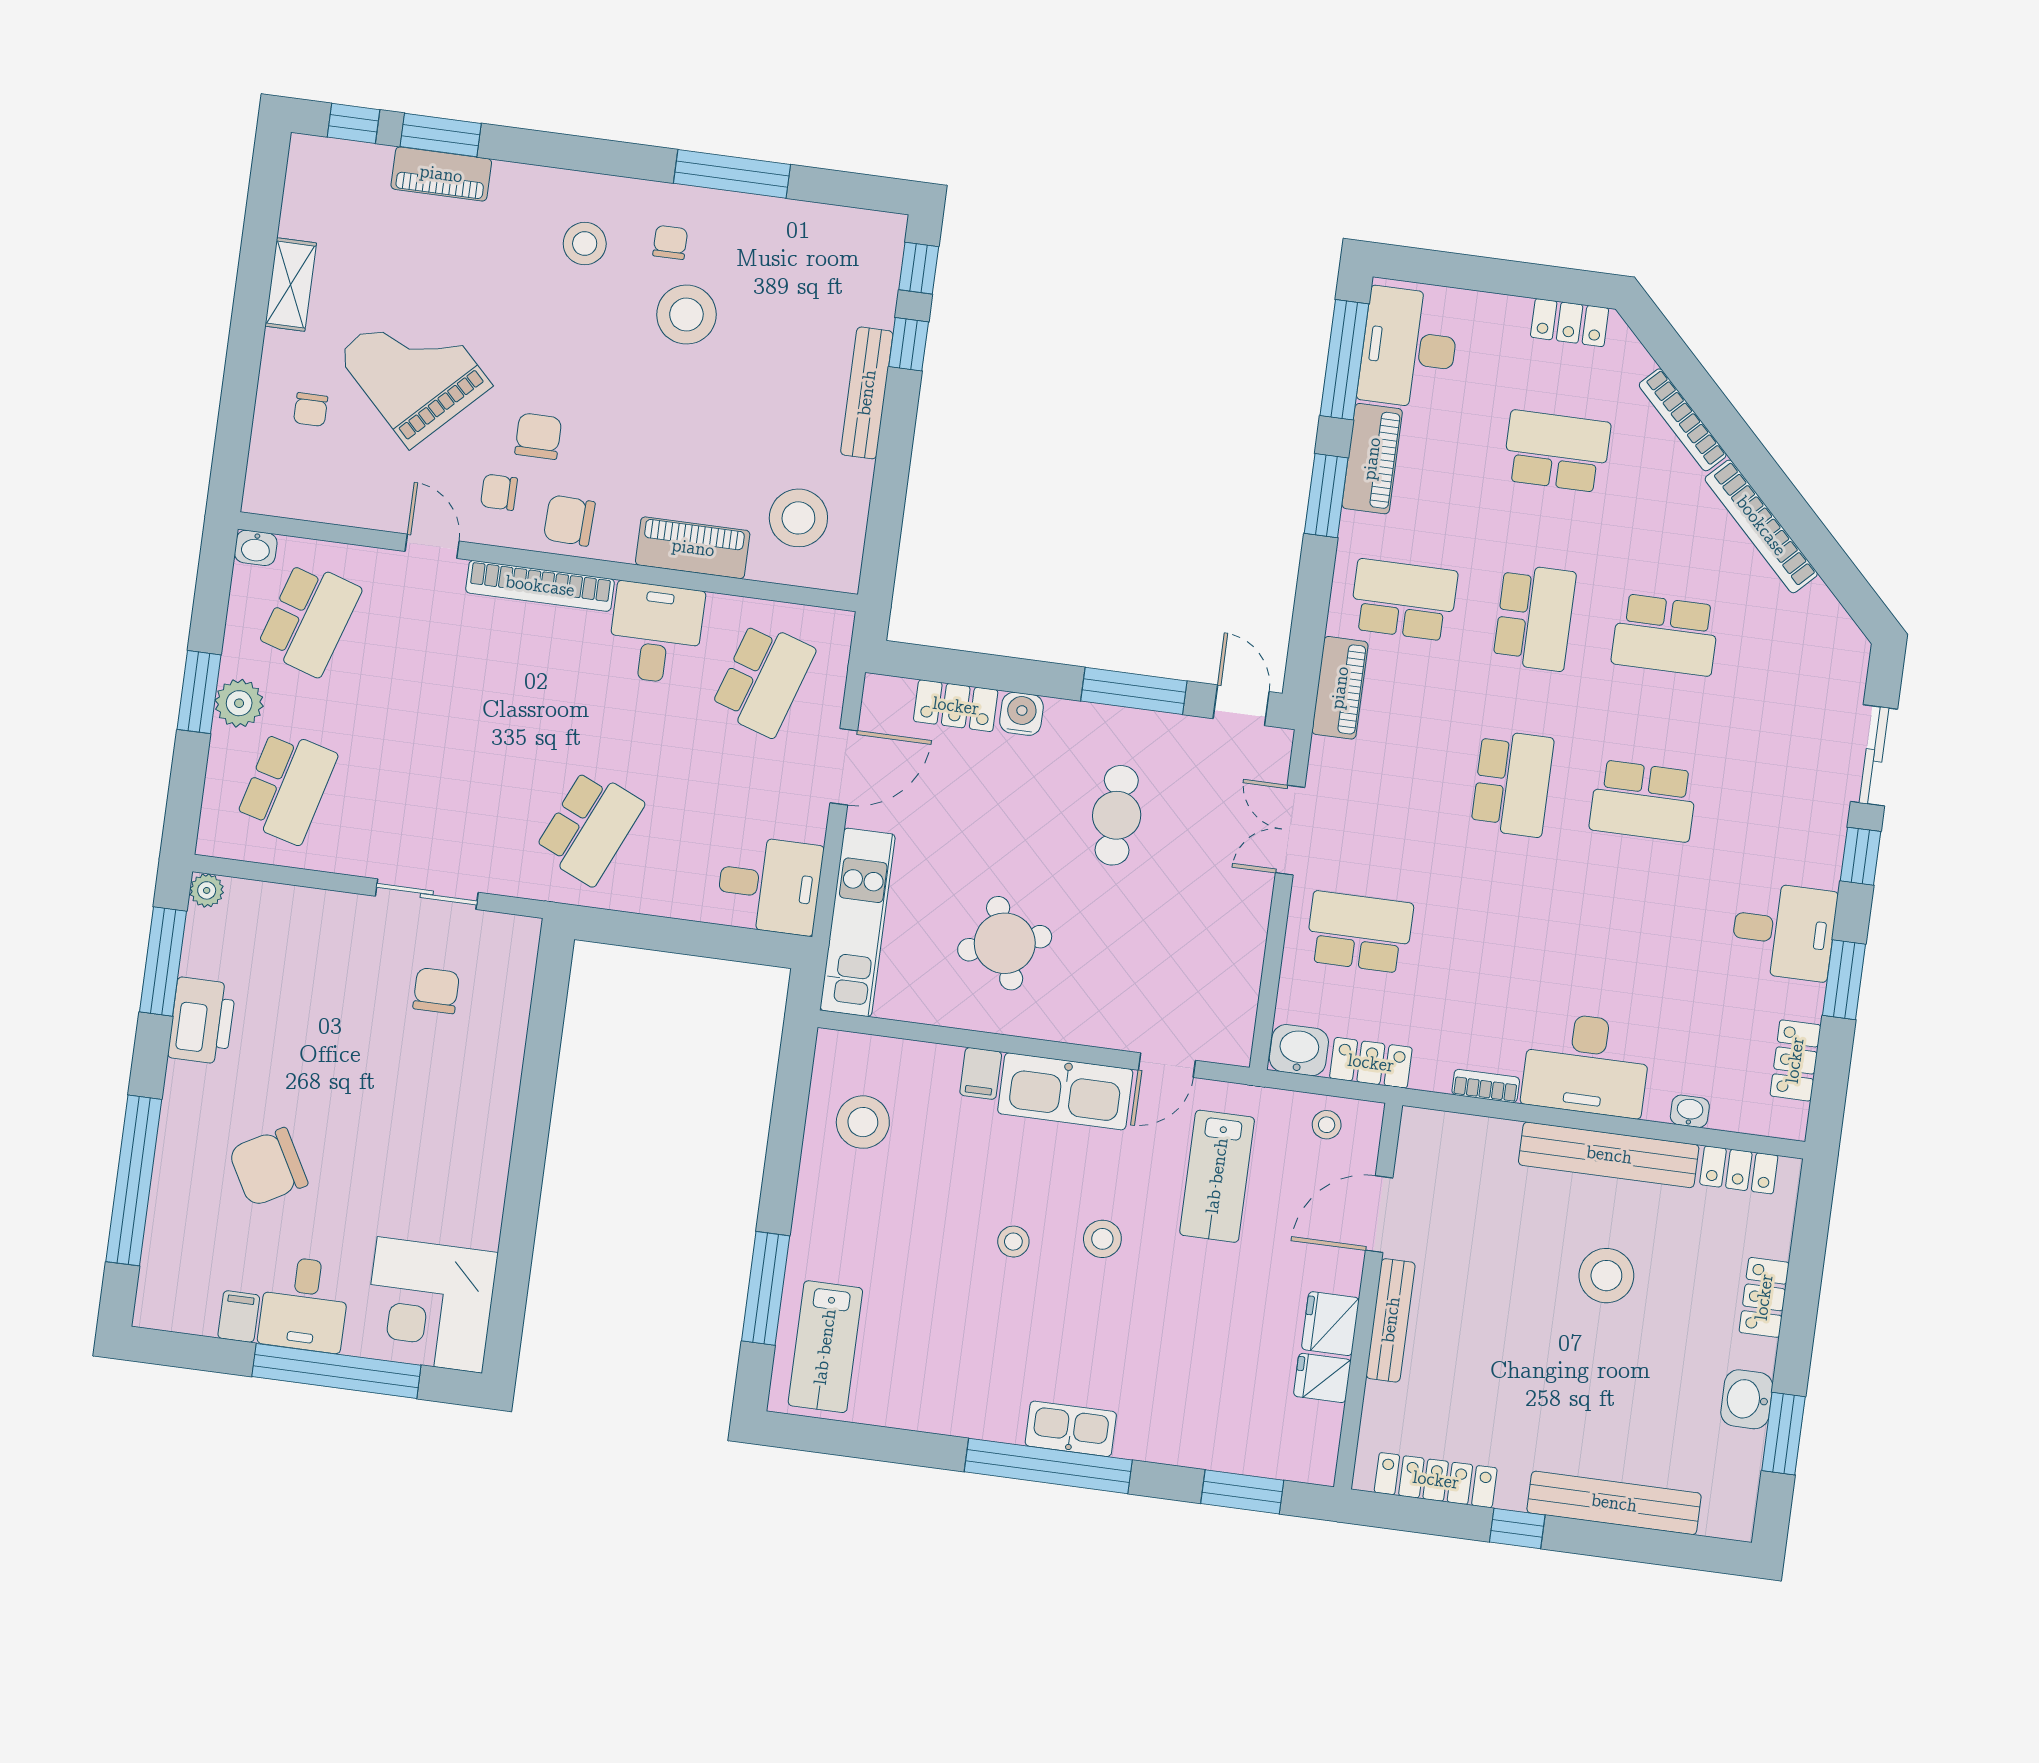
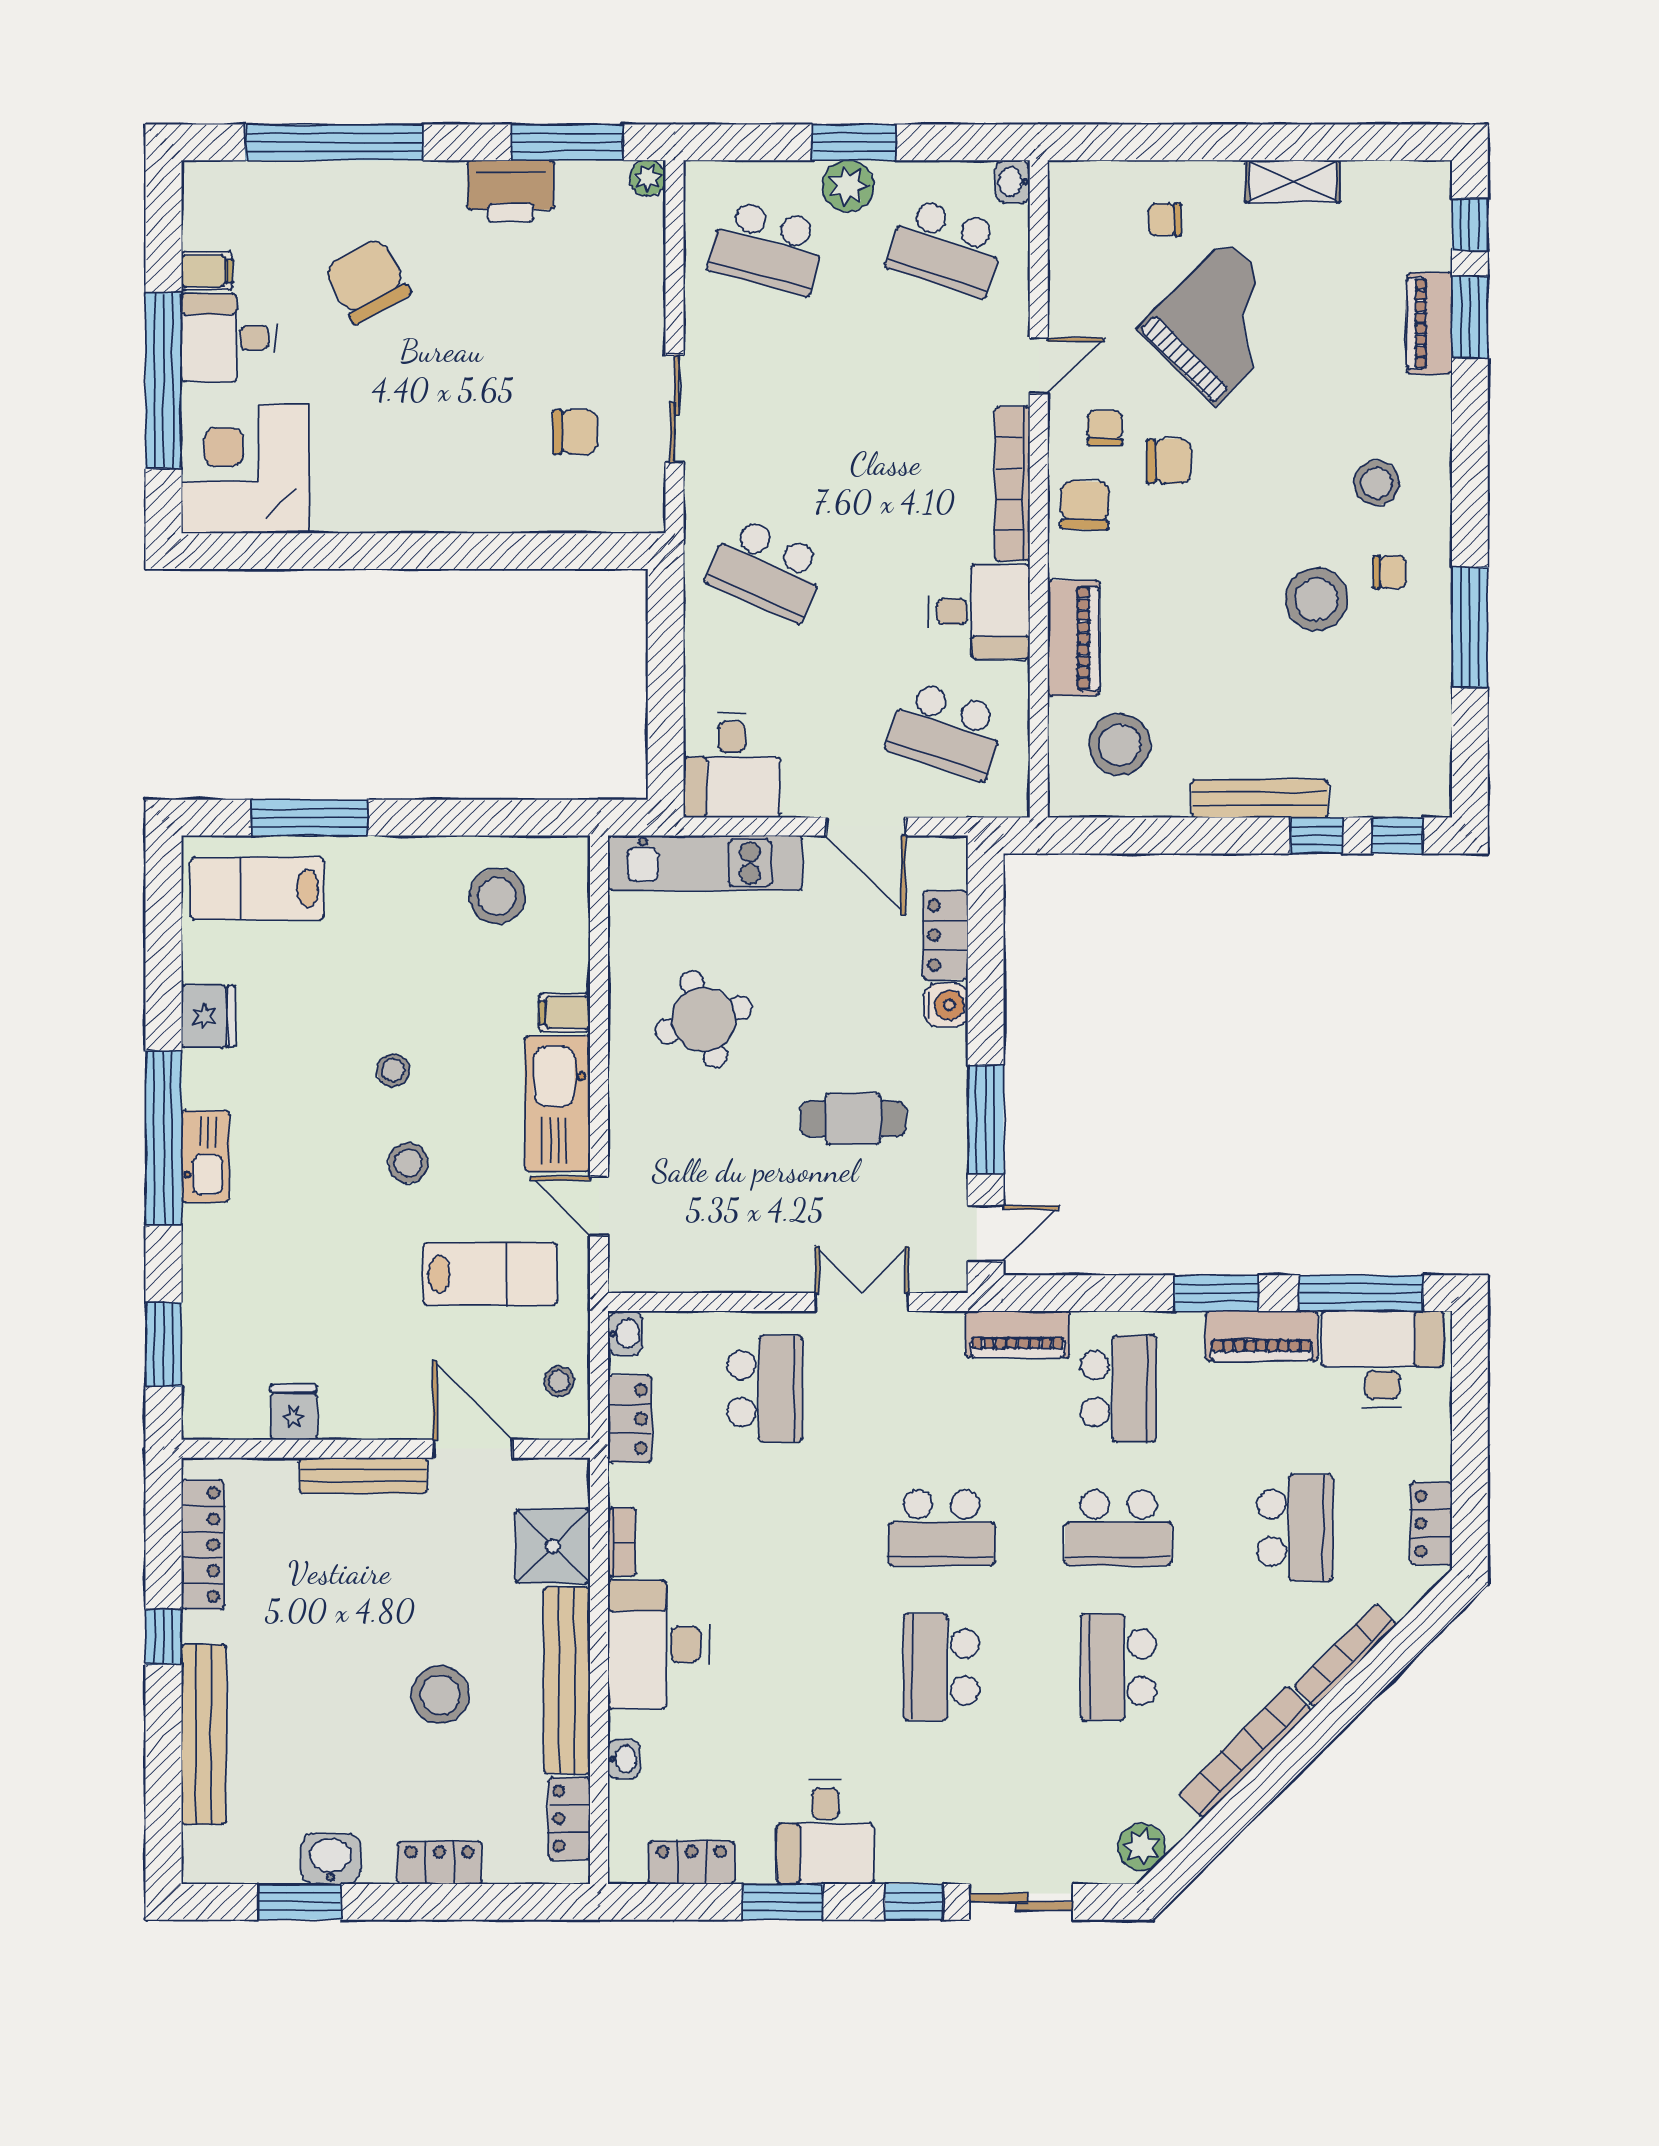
plant: (1837, 636) -> (1141, 1847), added
washbasin: (1299, 1050) -> (625, 1334), width x0.72, depth x0.69
shower: (1481, 1151) -> (553, 1546), added
lab bench: (1217, 1176) -> (490, 1274), turned 180
fridge: (1330, 1324) -> (208, 1016), moved, turned 90

